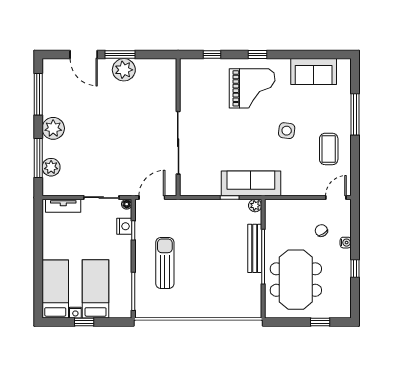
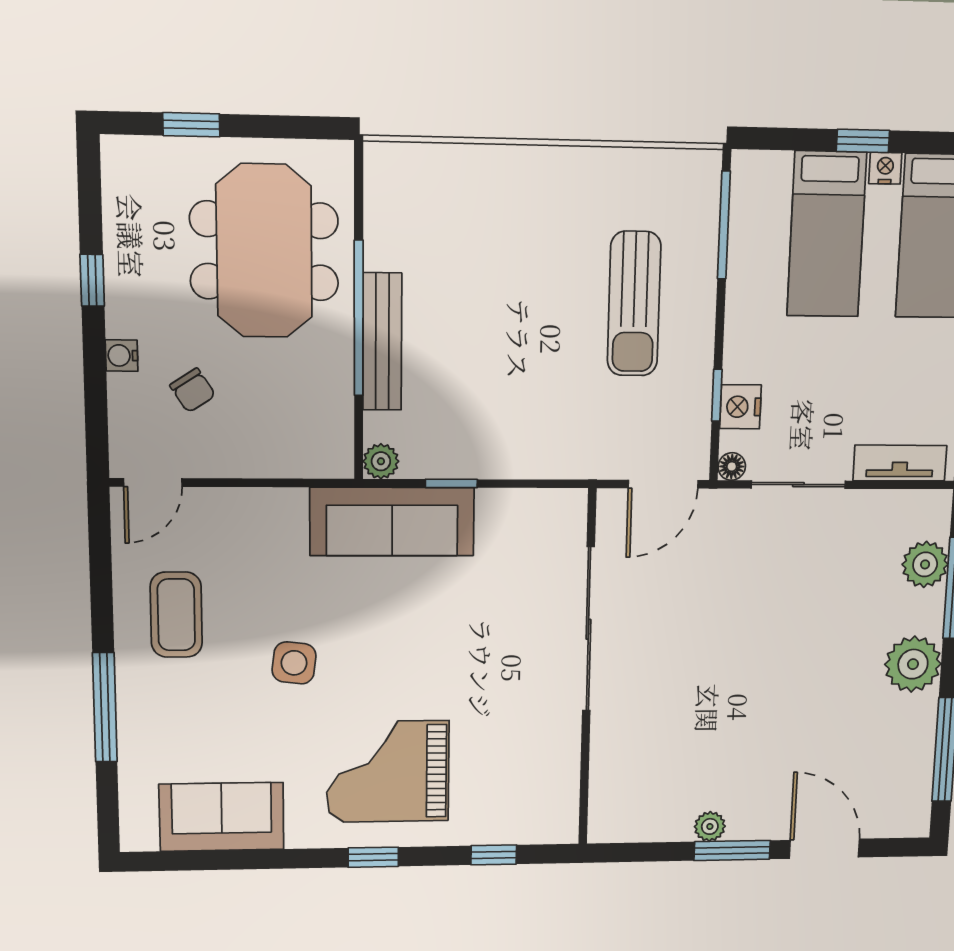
plant: (124, 70) -> (710, 826), width x0.53, depth x0.53

